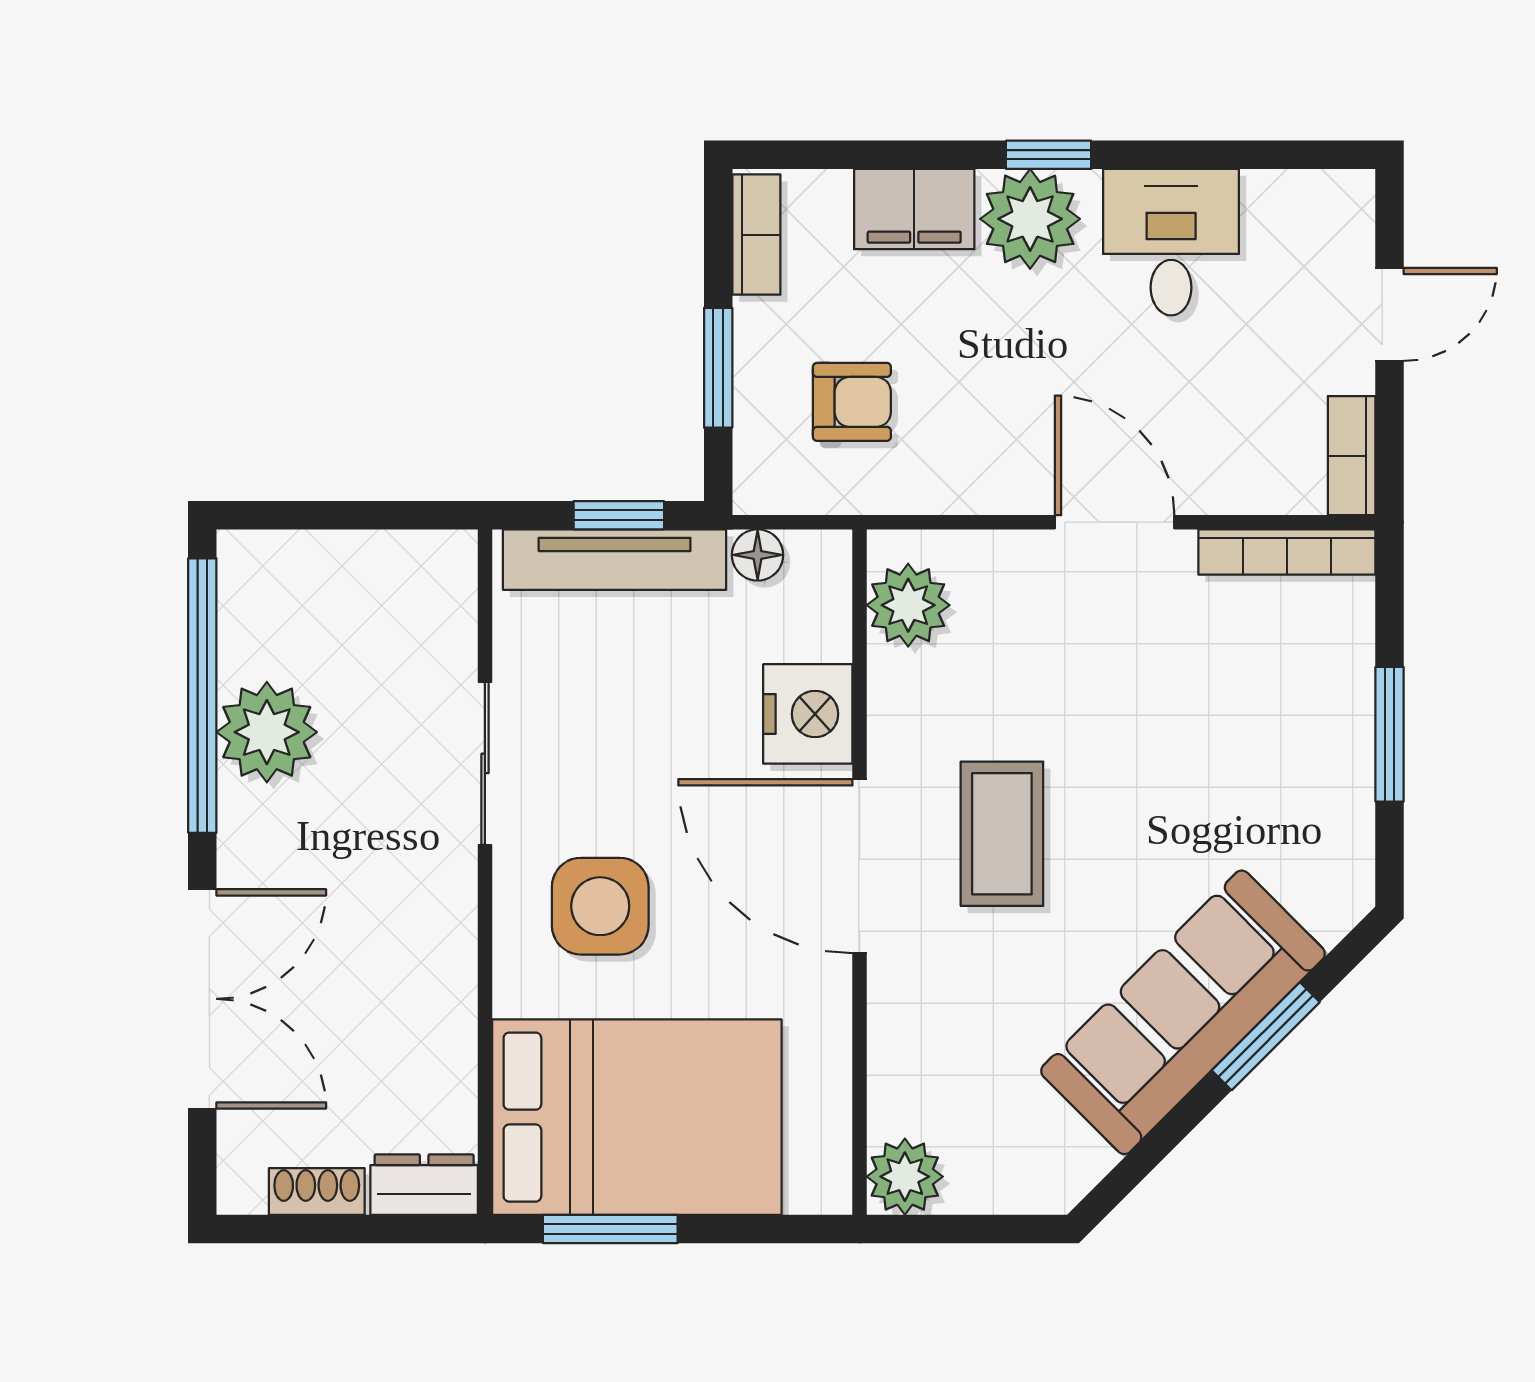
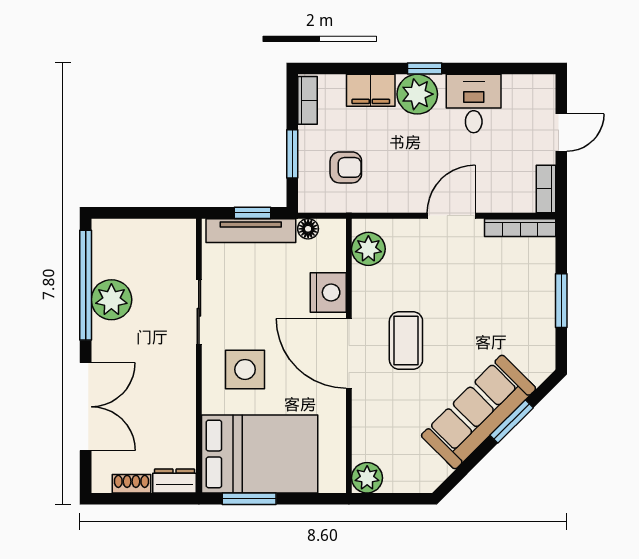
door: (1115, 522) -> (451, 216), hinge flipped

